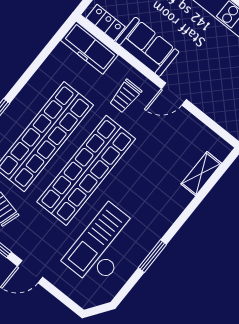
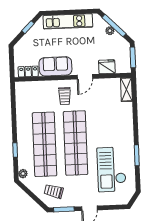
freezer: (89, 48) -> (31, 89), removed
fridge: (214, 106) -> (107, 67), added
shelving: (201, 174) -> (126, 89), moved

